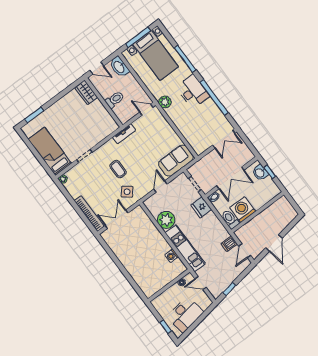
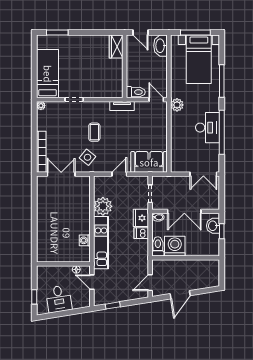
desk: (193, 92) -> (208, 128), moved
toilet: (115, 99) -> (136, 92), moved
dishwasher: (229, 244) -> (141, 233), moved
desk: (185, 314) -> (59, 299), width x0.73

